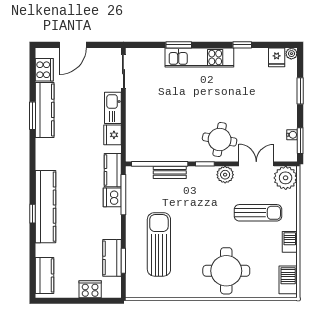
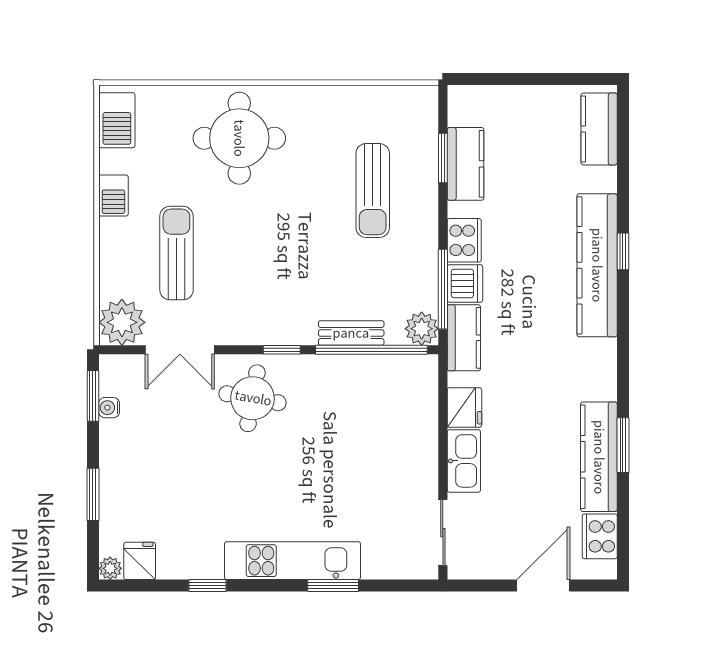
plant: (225, 175) -> (422, 329), moved
sun lounger: (258, 213) -> (176, 253), turned 90
sun lounger: (159, 244) -> (373, 191), width x0.73, depth x0.75
cooker: (90, 289) -> (464, 240), moved, turned -90

